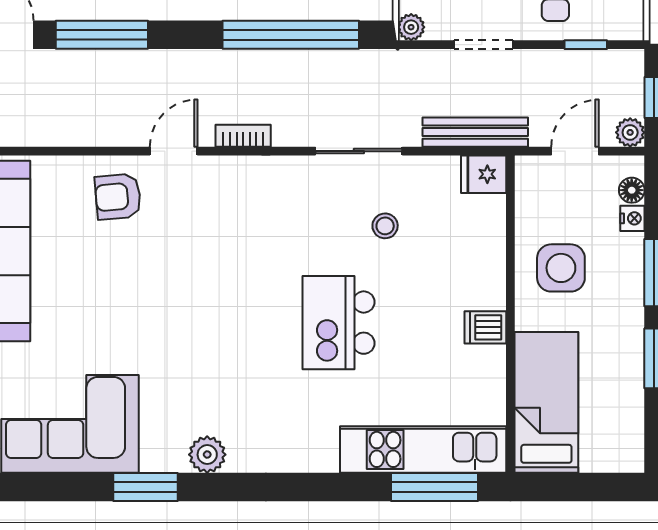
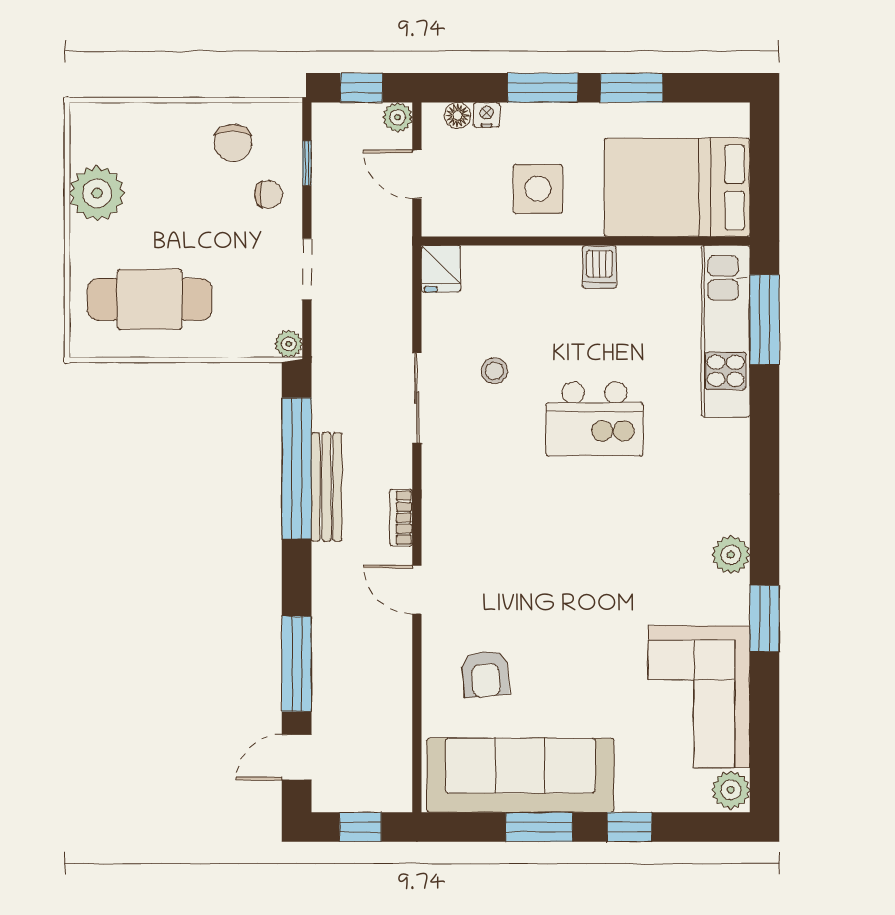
bench: (475, 132) -> (327, 487), moved
armchair: (118, 197) -> (485, 674), moved
bed: (546, 402) -> (677, 187), width x1.50

